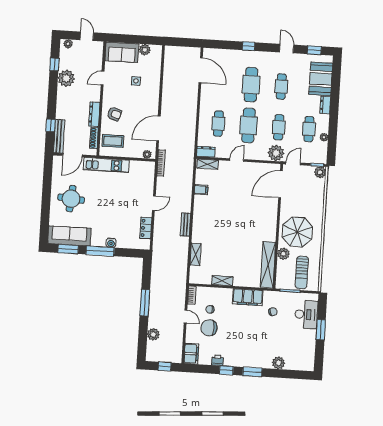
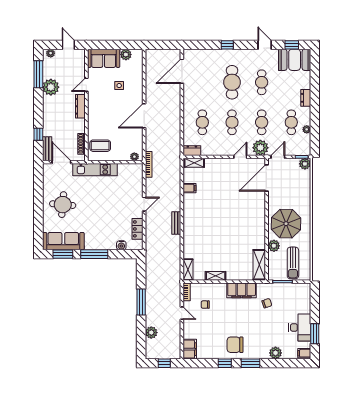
window: (54, 64) -> (38, 74), width x2.17
door: (201, 70) -> (182, 71), swing flipped
booth: (321, 79) -> (295, 60), moved, turned 90
dresser: (94, 114) -> (80, 106), moved
armchair: (114, 114) -> (100, 119), removed
cafe table: (249, 125) -> (232, 122), width x0.73, depth x0.74
door: (158, 128) -> (144, 116), moved
bench: (59, 136) -> (47, 149), width x0.73
door: (72, 155) -> (61, 162), swing flipped
door: (237, 160) -> (240, 157), moved
water cooler: (111, 243) -> (121, 245), moved
shelving: (196, 254) -> (188, 270), moved
shelving: (268, 265) -> (259, 265), width x0.68
desk: (306, 314) -> (300, 327), moved
chair: (209, 328) -> (235, 345), moved
window: (321, 330) -> (315, 334), moved
printer: (218, 360) -> (216, 354), removed
filing cabinet: (308, 365) -> (304, 353), added

